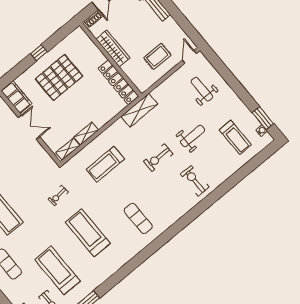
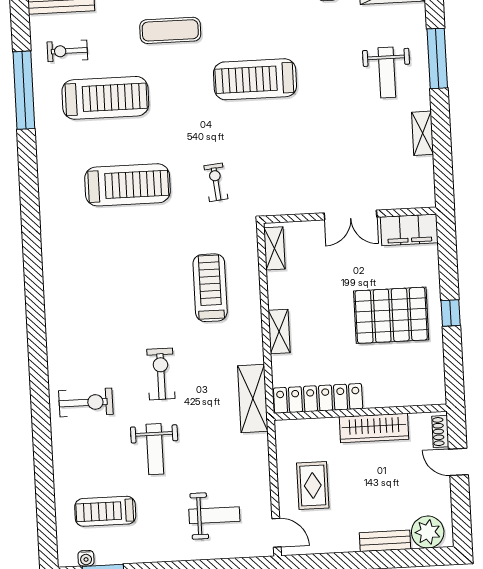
pallet: (59, 77) -> (391, 315), turned 90
shelving: (86, 134) -> (279, 331), moved
exercise mat: (138, 218) -> (93, 276), removed

